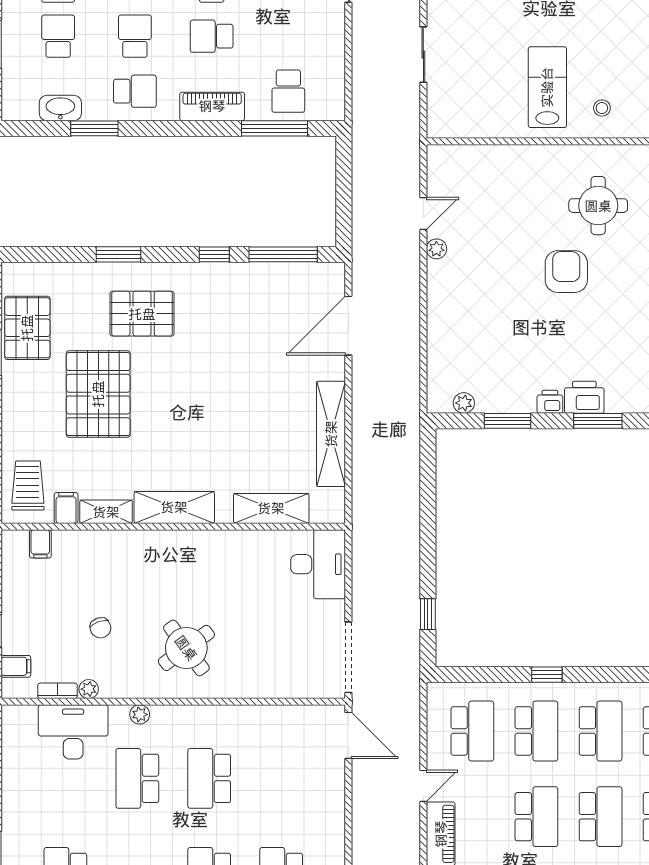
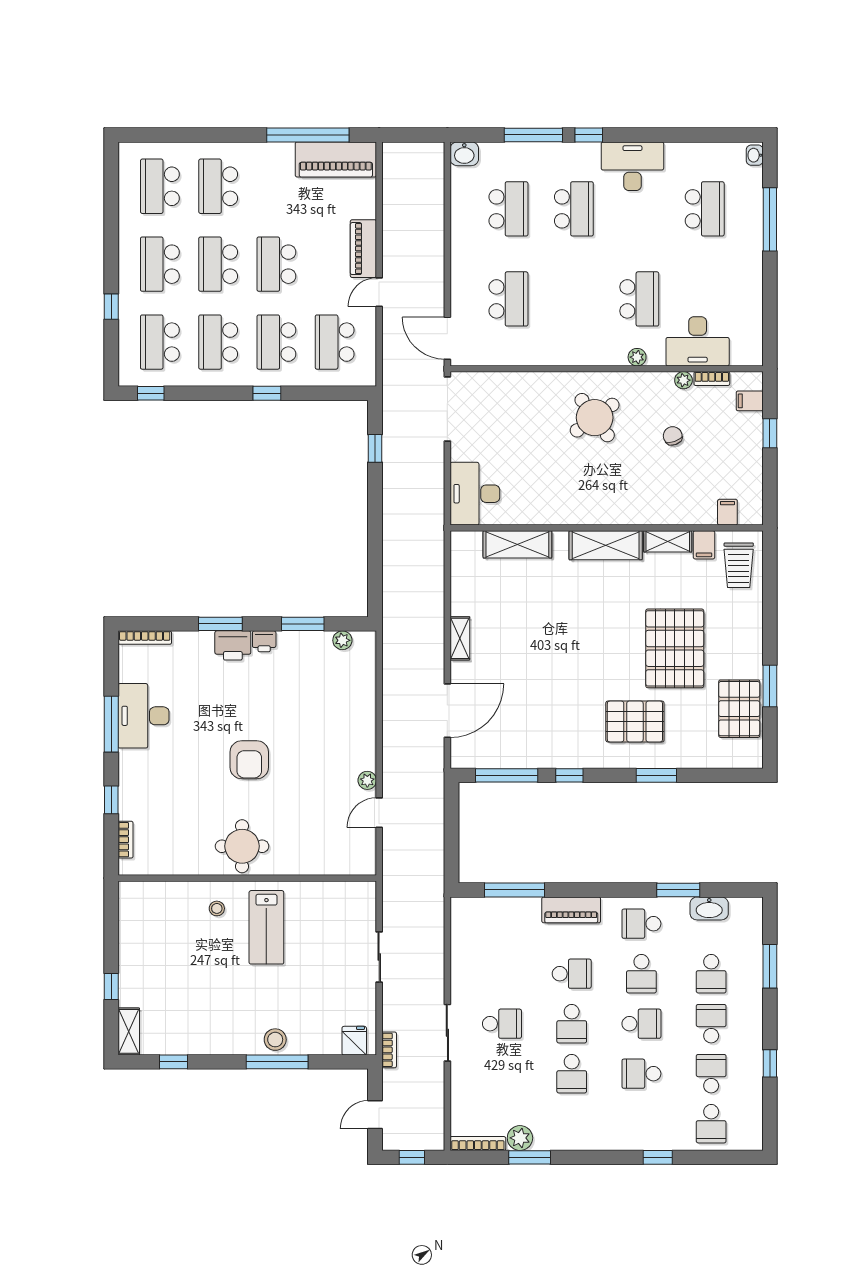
school desk: (288, 91) -> (502, 924), removed
round table: (598, 206) -> (242, 846), moved
shelving: (331, 434) -> (460, 638), width x0.45, depth x0.75
school desk: (209, 778) -> (508, 299), moved

